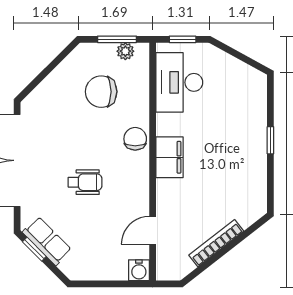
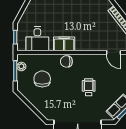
desk: (179, 82) -> (37, 39), width x0.73
chair: (101, 92) -> (42, 79), turned 180
filing cabinet: (169, 157) -> (64, 44), moved

